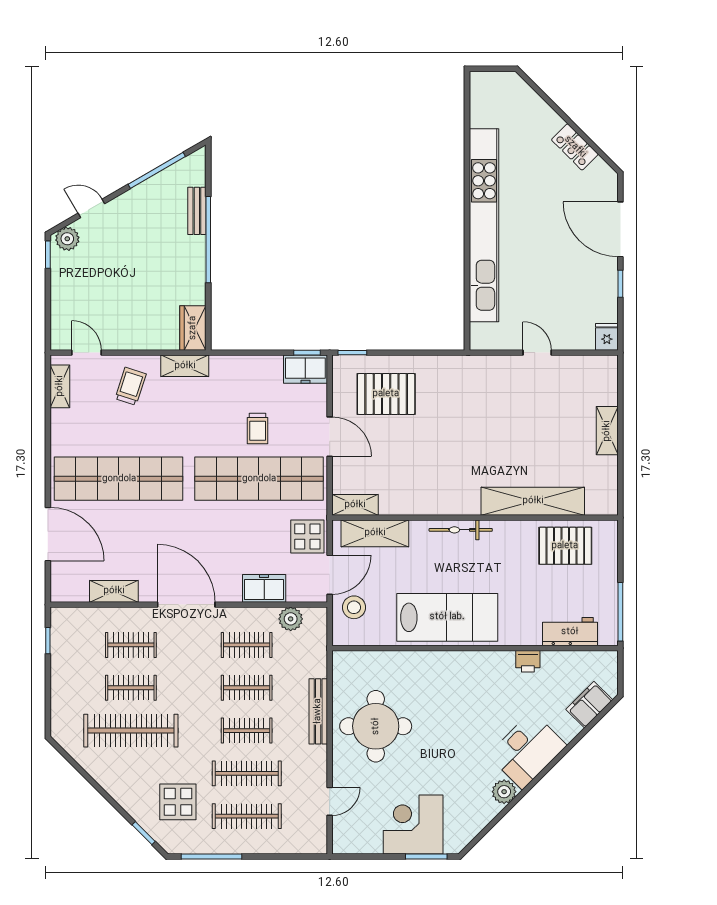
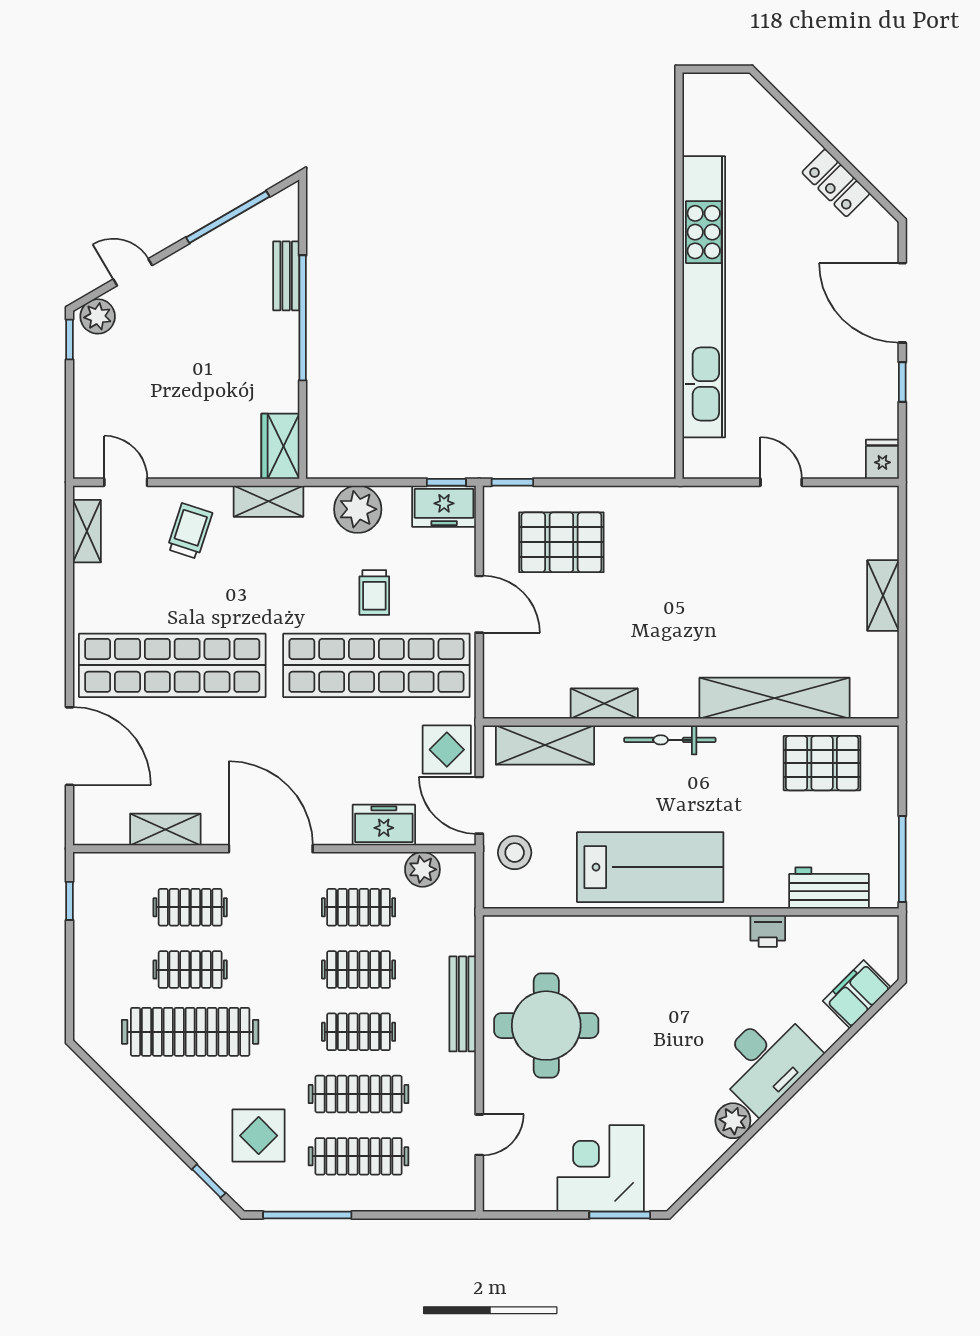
plant: (246, 371) -> (358, 509), added
shelving: (355, 505) -> (604, 704), moved
door: (330, 575) -> (479, 805), swing flipped

